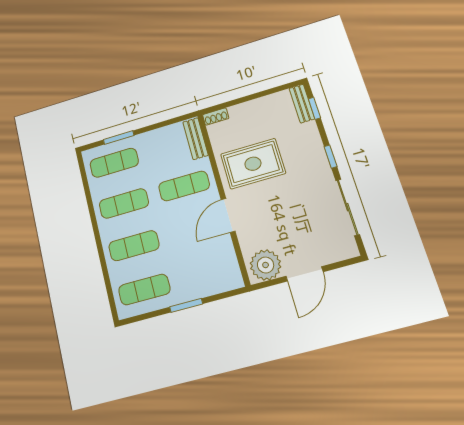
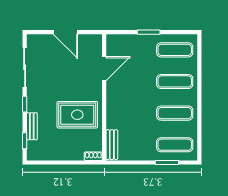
bench: (302, 104) -> (32, 126), moved
exercise mat: (184, 186) -> (129, 113), removed
door: (228, 215) -> (104, 69), moved
plant: (266, 265) -> (89, 44), removed
door: (304, 274) -> (65, 32), swing flipped

